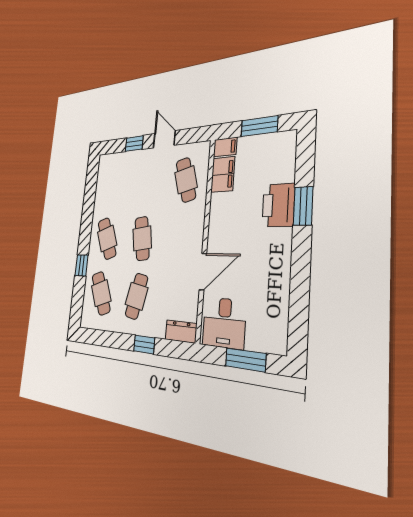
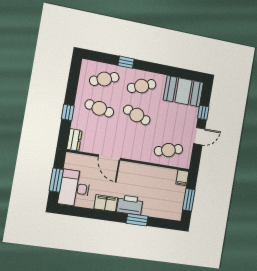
filing cabinet: (223, 174) -> (106, 203), moved, turned 180
booth: (110, 179) -> (183, 91), added
printer: (278, 205) -> (130, 205), moved
cafe table: (142, 238) -> (137, 115), turned 30
desk: (224, 323) -> (74, 188), moved, width x1.37

